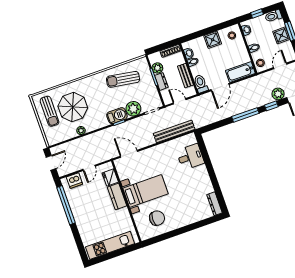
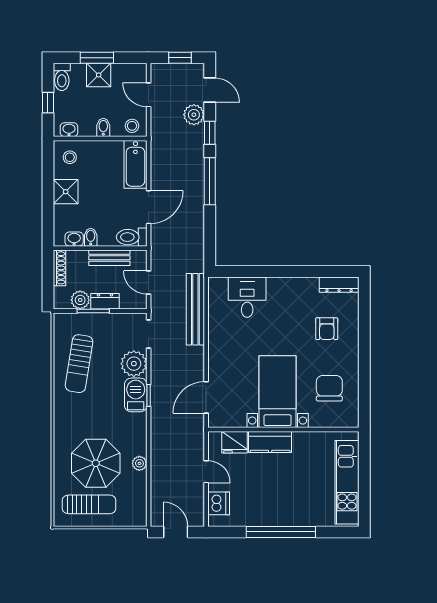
door: (220, 87) -> (149, 207), hinge flipped
door: (180, 101) -> (149, 282), hinge flipped
window: (66, 205) -> (281, 532), moved
armchair: (188, 205) -> (327, 329), added

